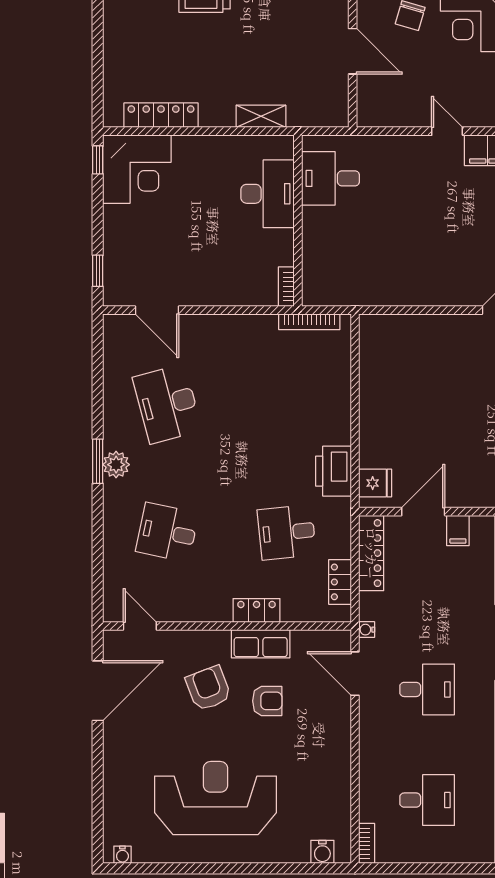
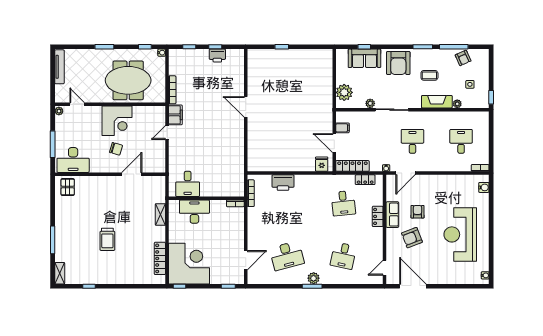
corner desk: (137, 169) -> (189, 264), width x1.36, depth x1.36
printer: (333, 471) -> (283, 183), moved

